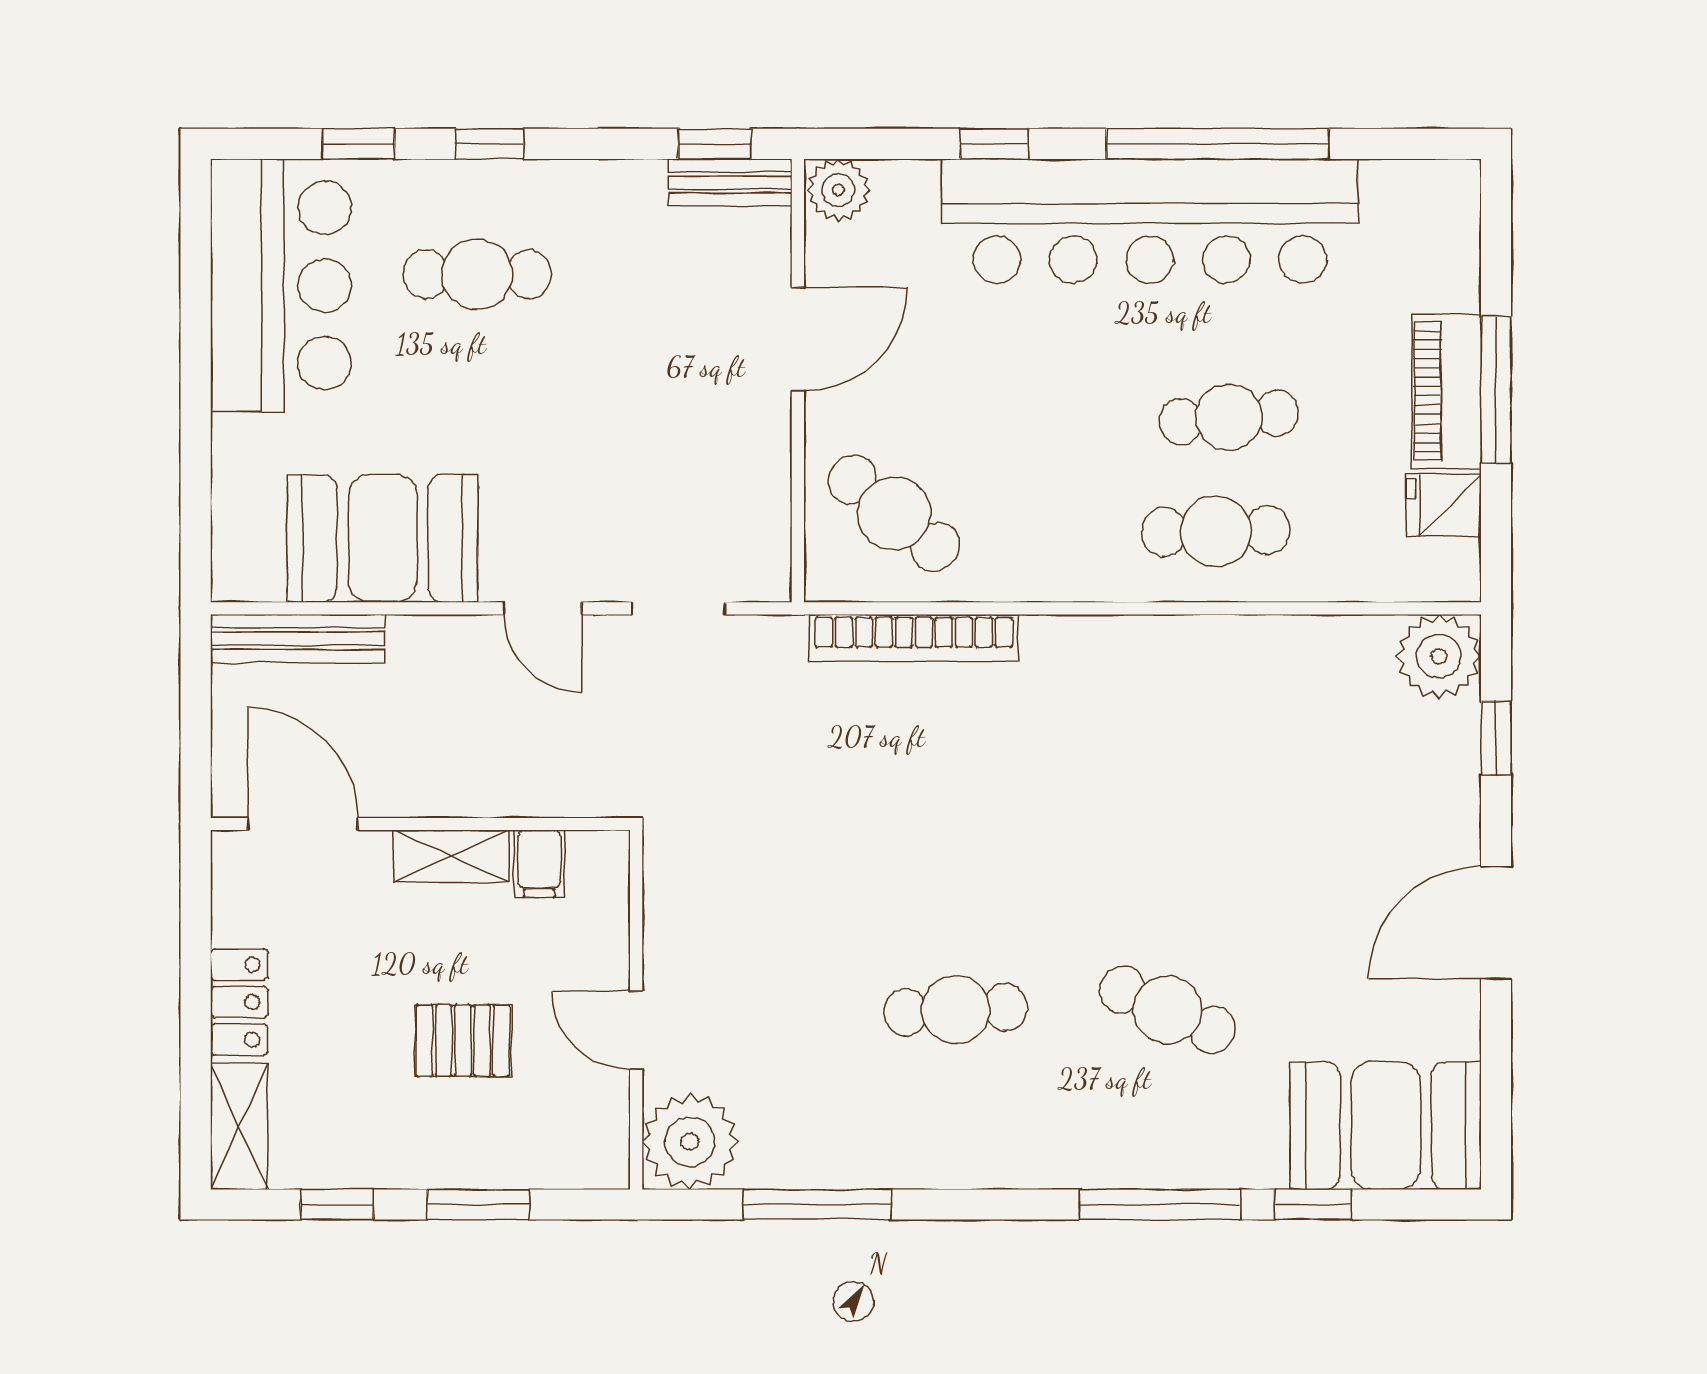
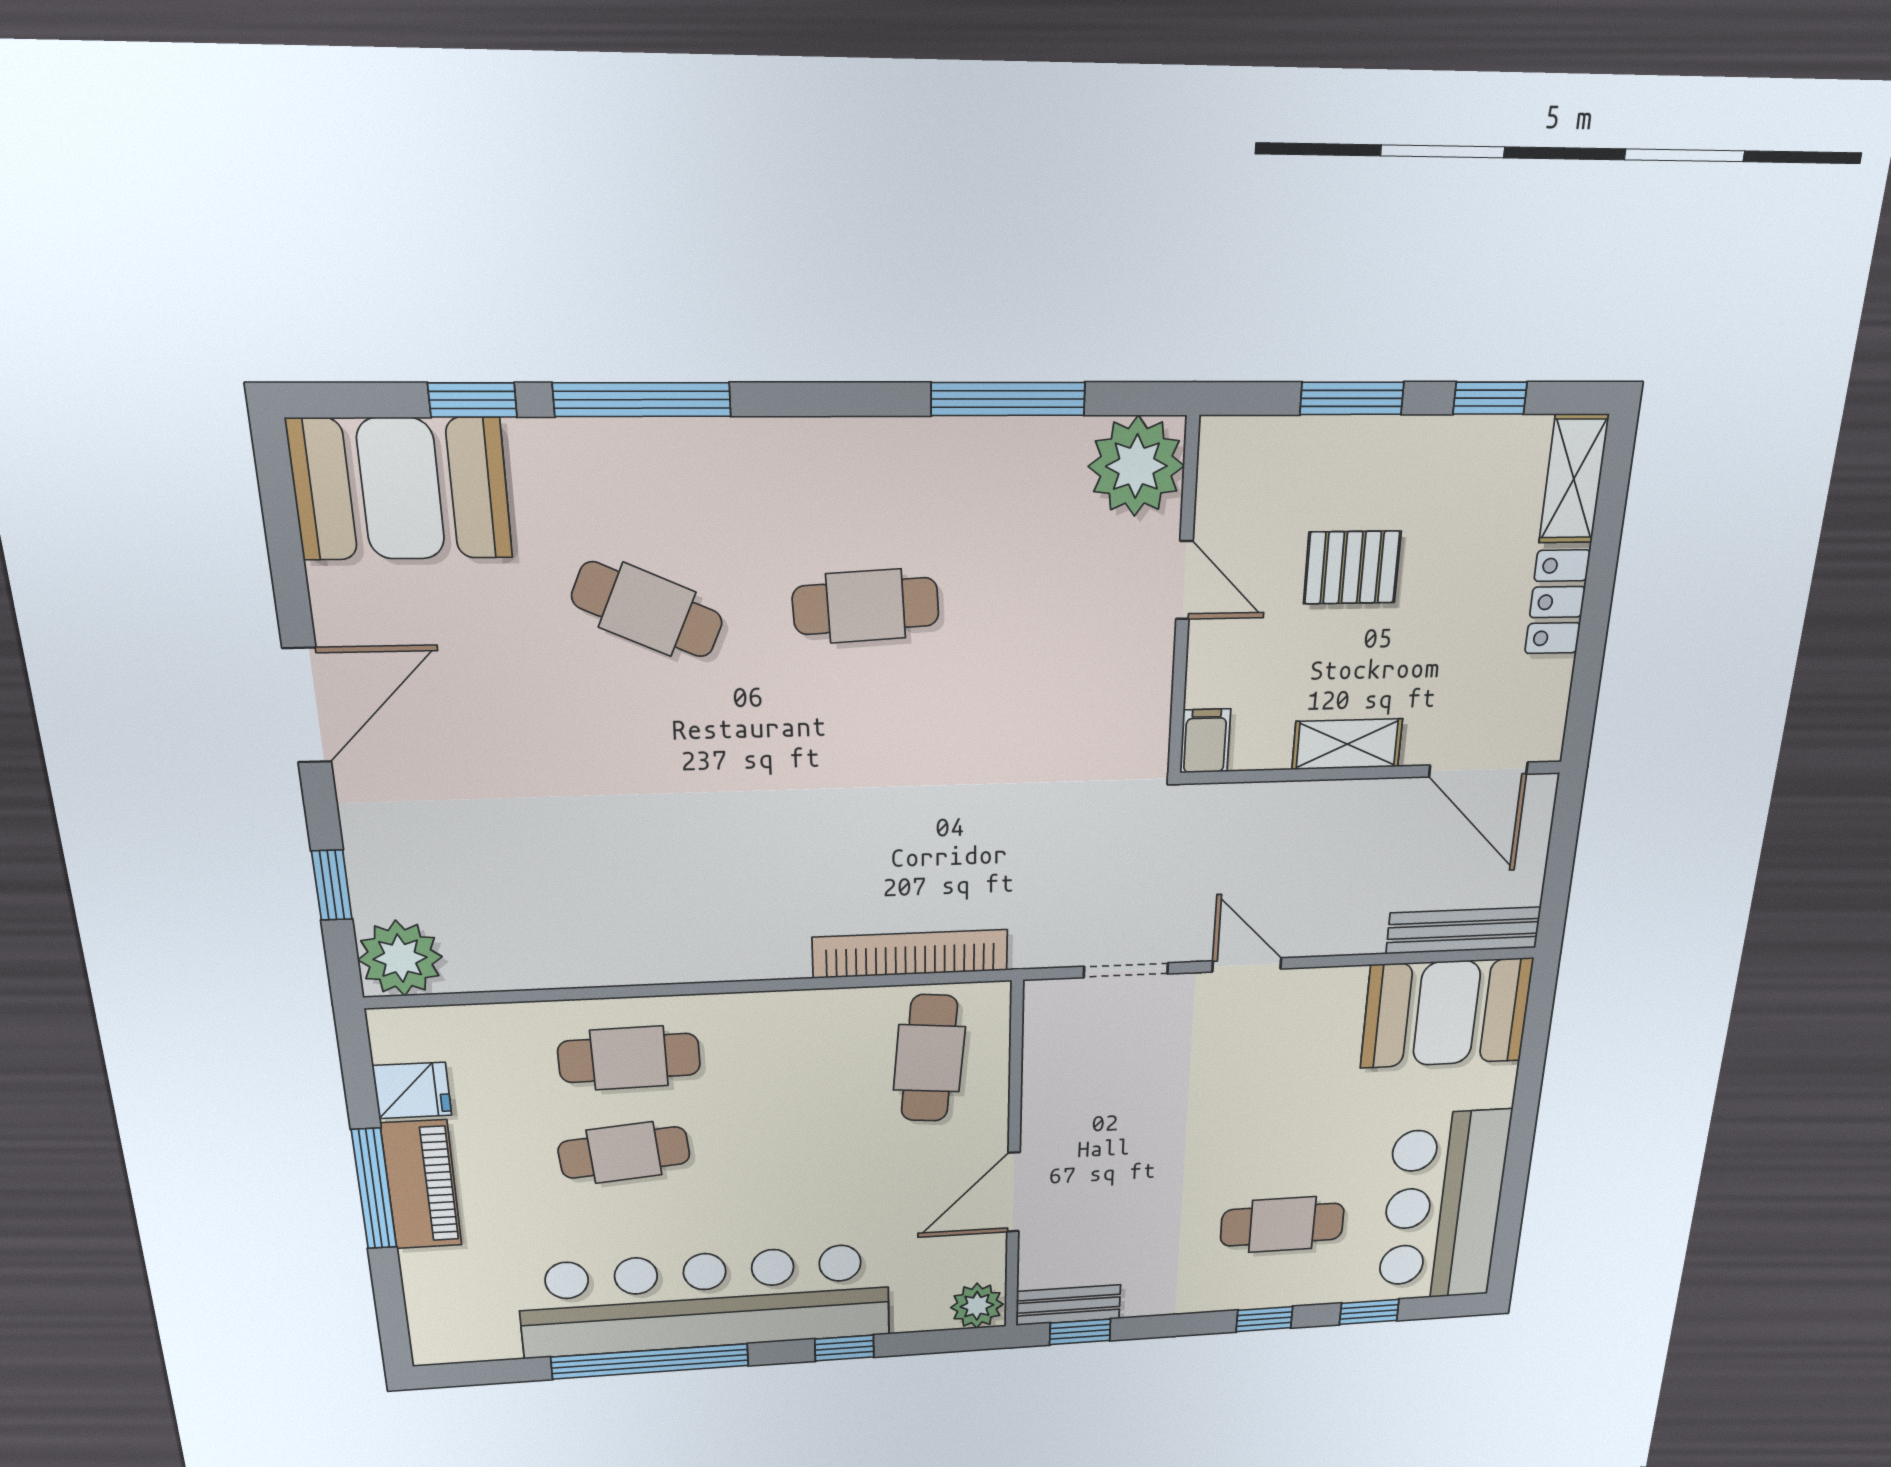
cafe table: (894, 513) -> (929, 1058), turned 56
booth: (383, 538) -> (1447, 1013), moved
filing cabinet: (539, 864) -> (1205, 741), moved

